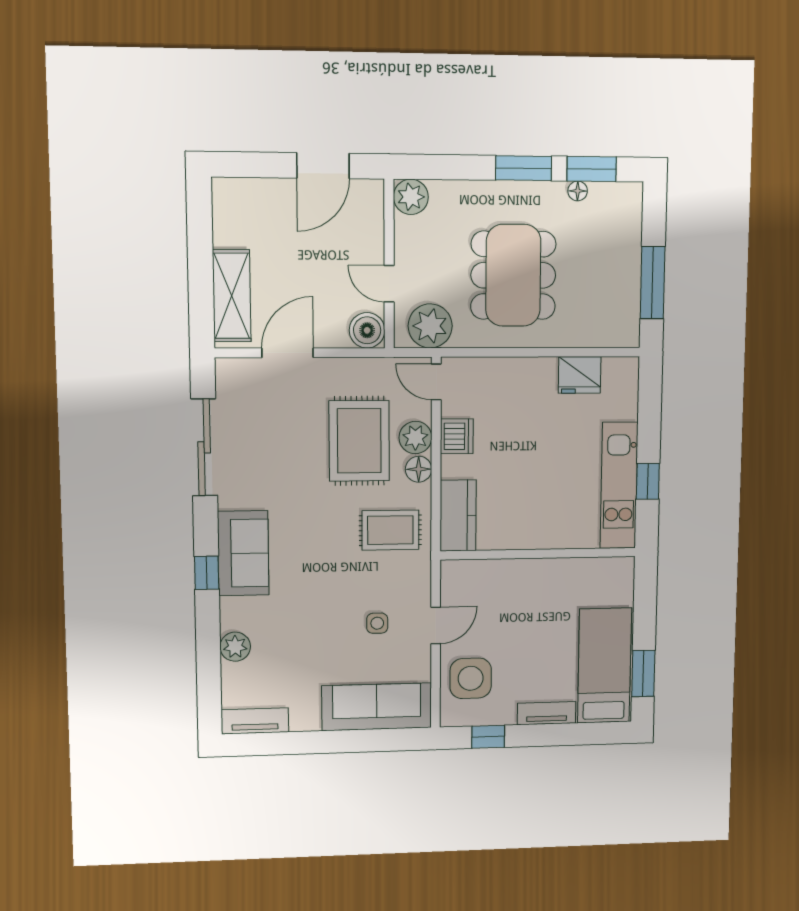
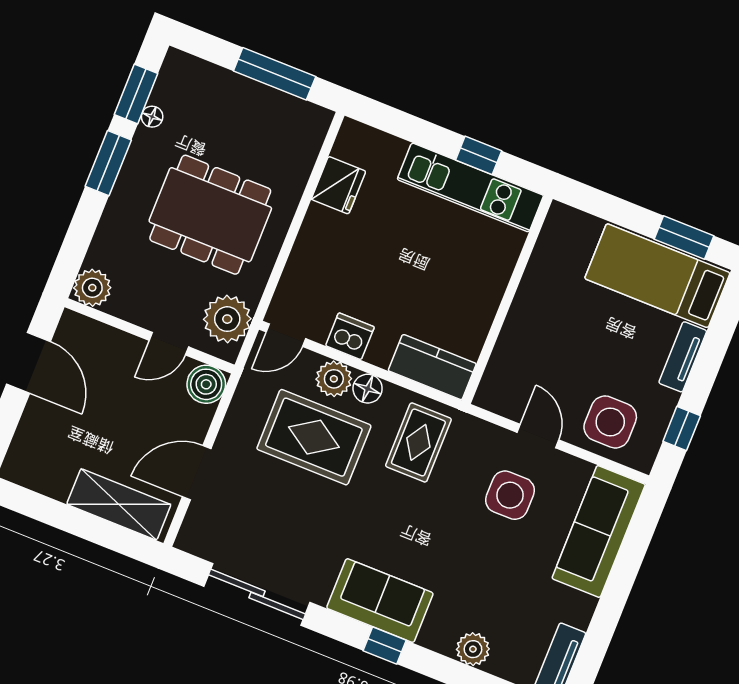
door: (287, 353) -> (197, 473), hinge flipped
side table: (377, 623) -> (510, 495), width x1.87, depth x1.87

